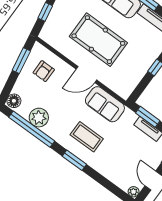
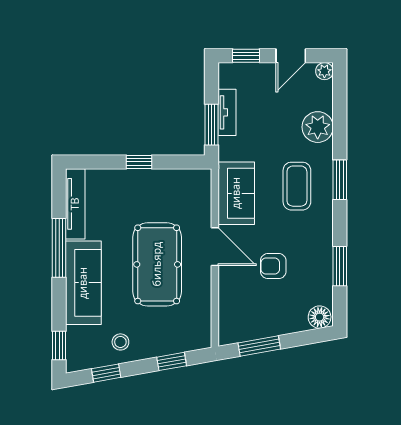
armchair: (44, 71) -> (273, 266), moved, turned 180
plant: (39, 118) -> (318, 127), moved
window: (32, 129) -> (340, 266), width x0.47

